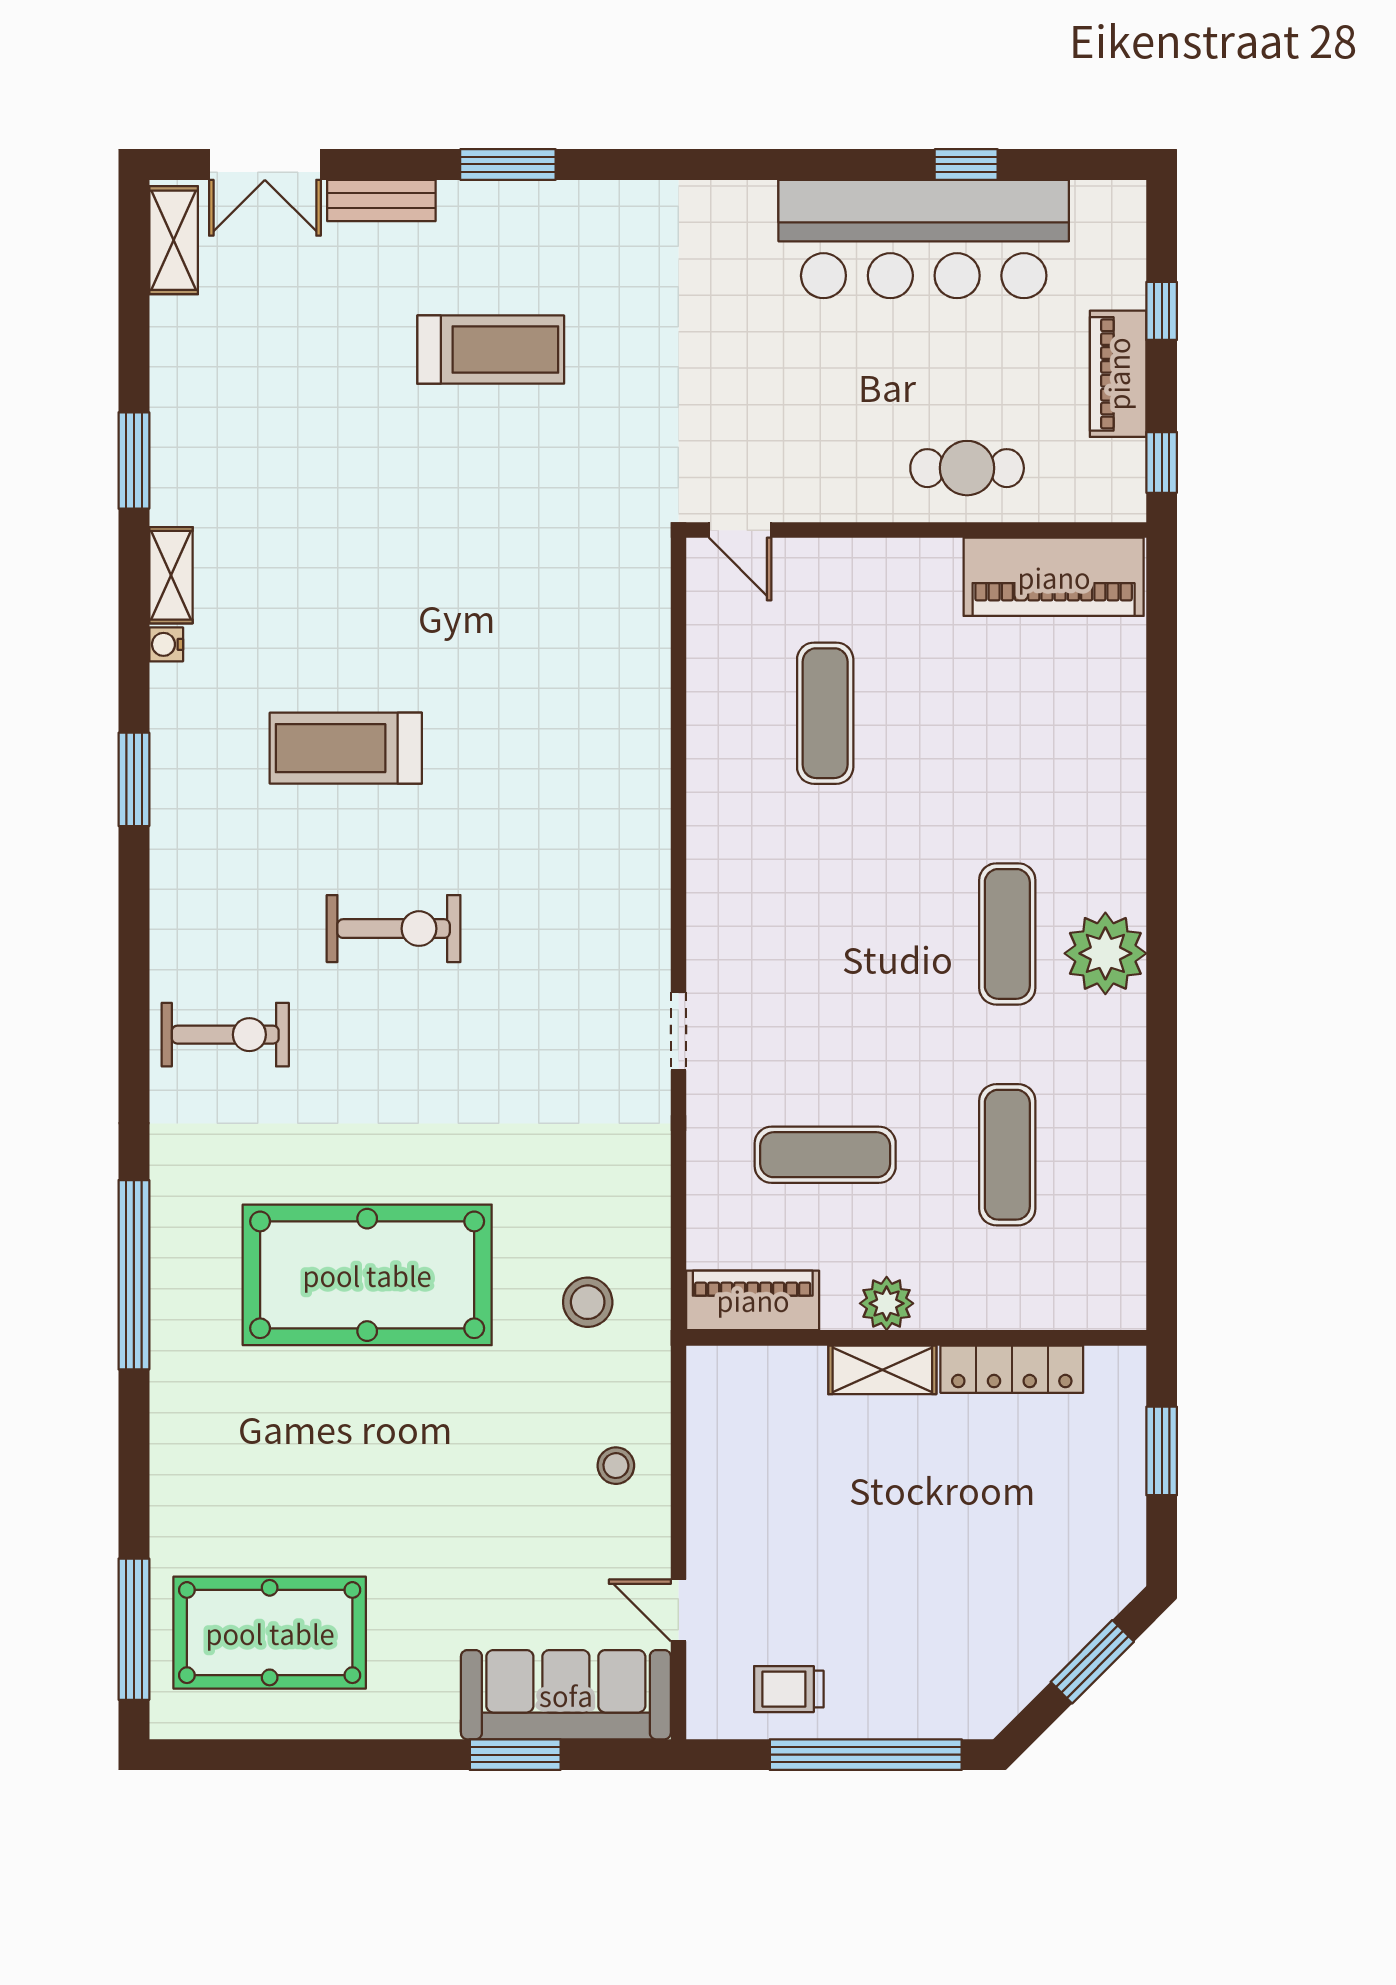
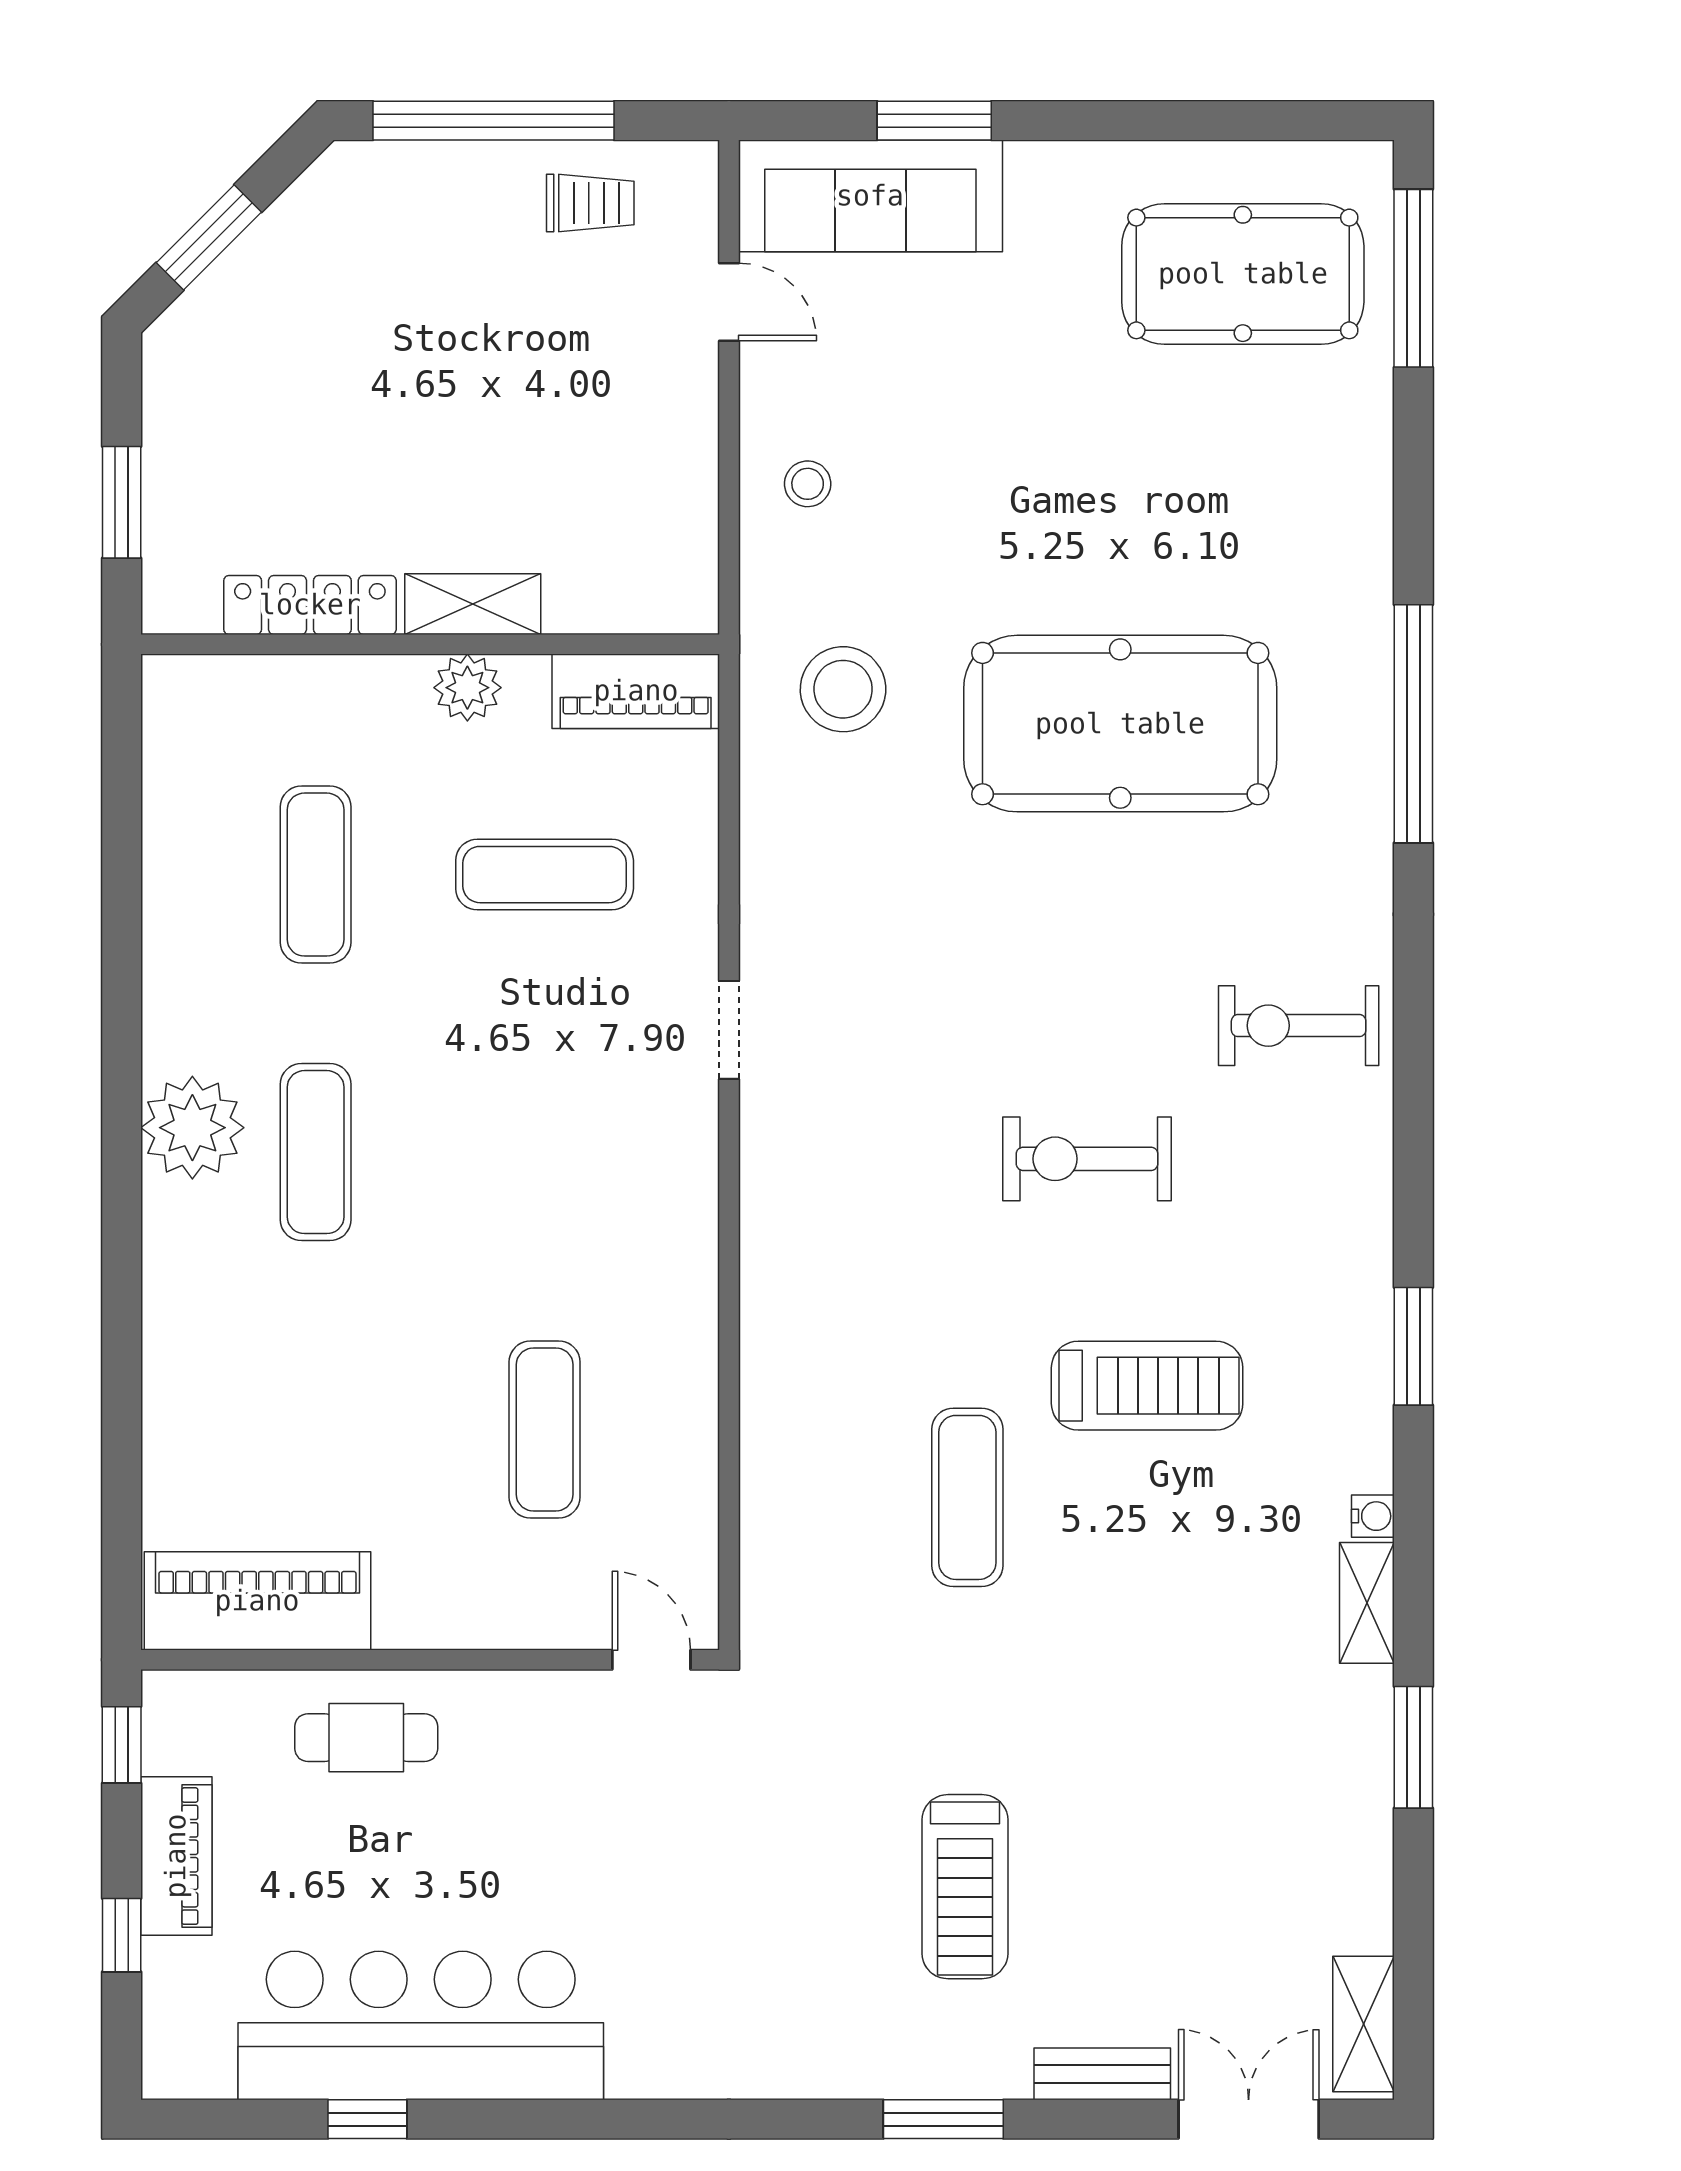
treadmill: (491, 350) -> (965, 1887), turned -90
exercise mat: (489, 659) -> (967, 1497), added
stool: (588, 1302) -> (843, 689), width x1.38, depth x1.38

